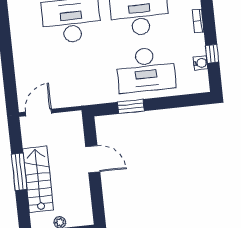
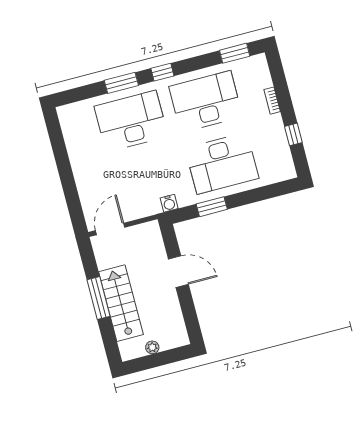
water cooler: (200, 63) -> (169, 203), moved, turned 90

